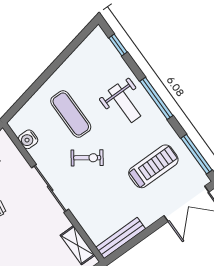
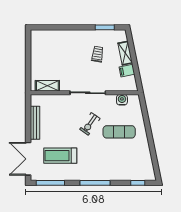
weight bench: (125, 103) -> (104, 164), removed
treadmill: (153, 166) -> (60, 156), turned 90
bench: (121, 238) -> (35, 123), moved

